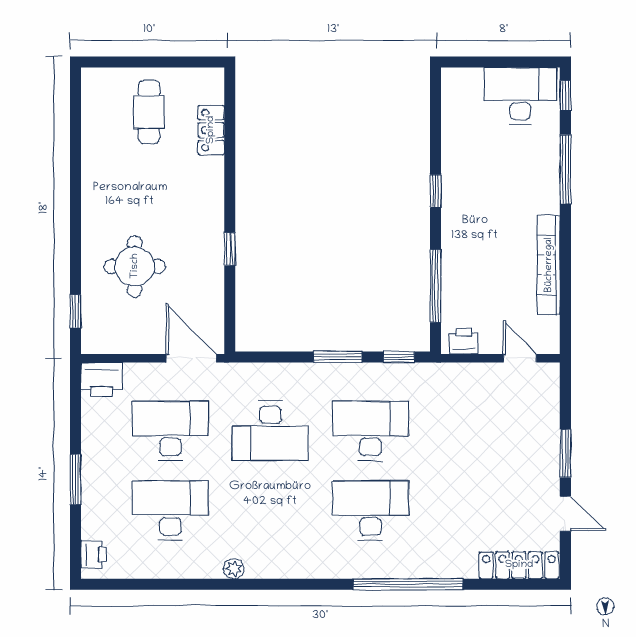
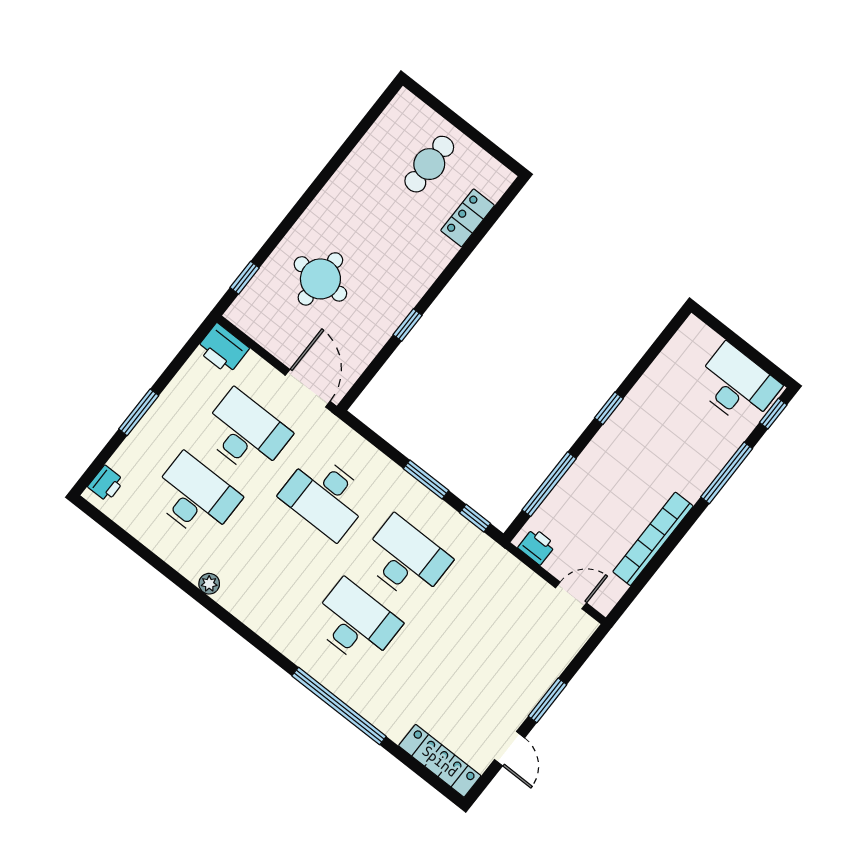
door: (520, 358) -> (571, 595), hinge flipped

